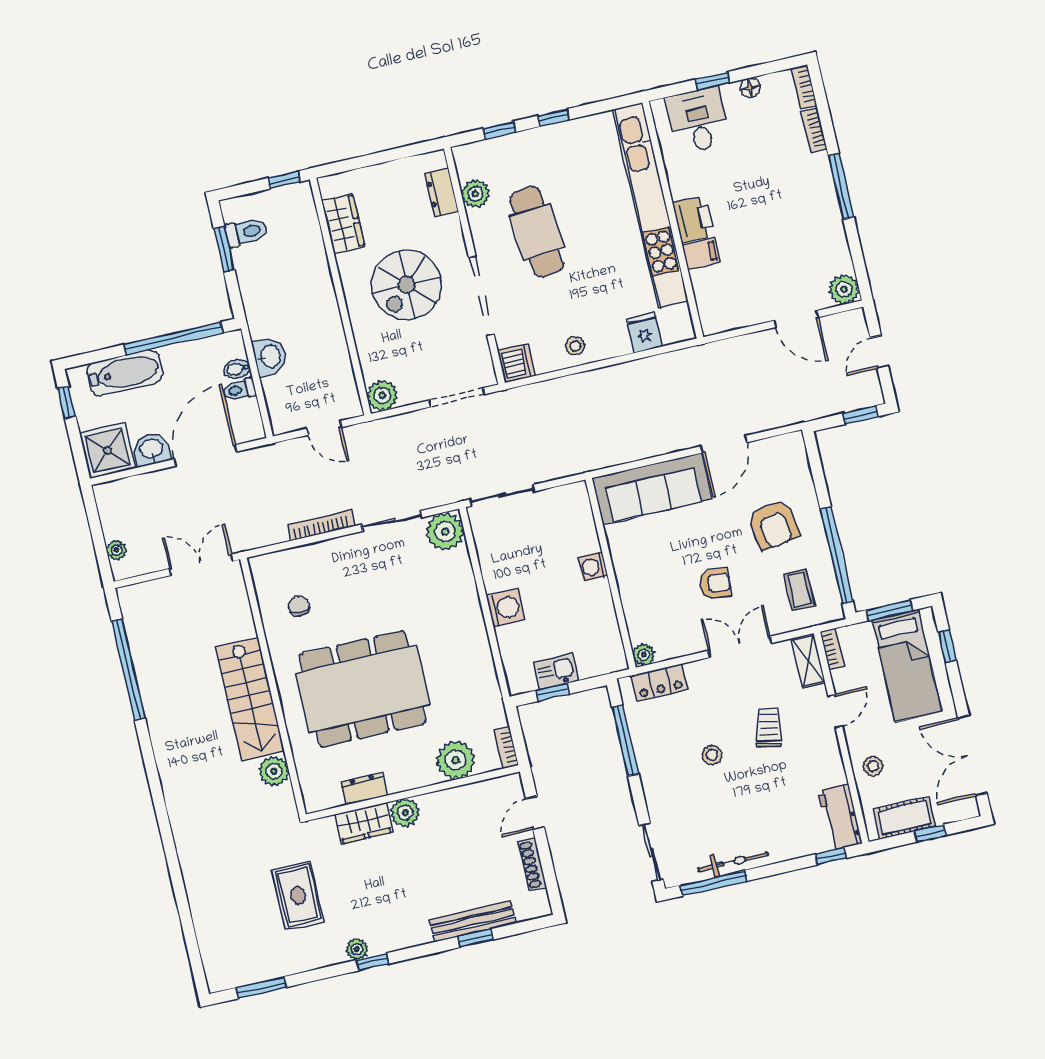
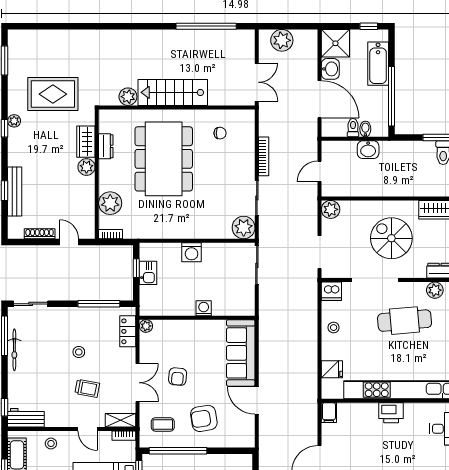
filing cabinet: (701, 253) -> (329, 413), moved
plant: (116, 550) -> (282, 40), width x1.88, depth x1.88
rug: (298, 895) -> (53, 94), width x1.36, depth x1.43

